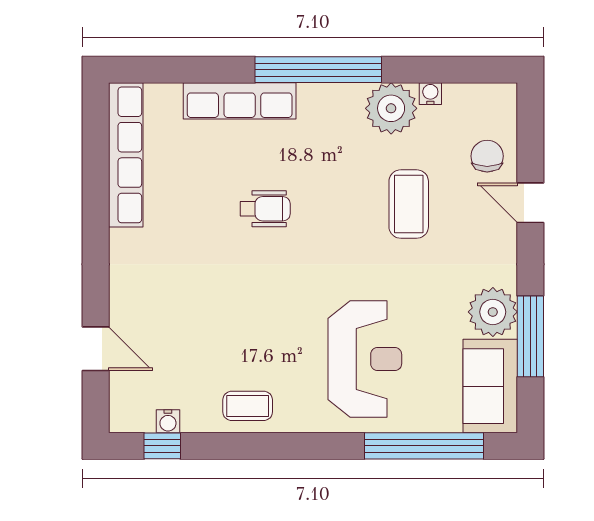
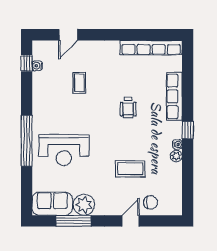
window: (318, 70) -> (188, 130), width x0.32
water cooler: (430, 94) -> (177, 144), moved
plant: (391, 108) -> (176, 156), width x0.53, depth x0.53
coffee table: (248, 406) -> (79, 83), moved
window: (424, 446) -> (27, 141), moved

